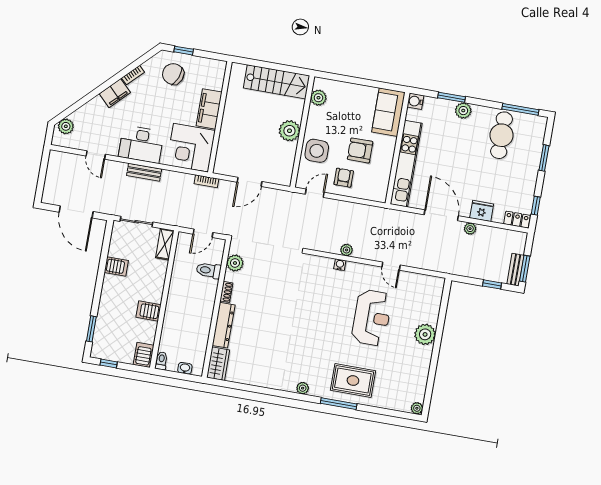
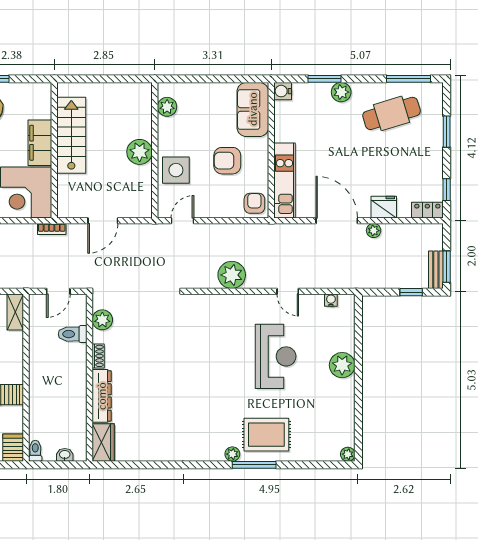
stairs: (277, 82) -> (71, 135), moved, turned -90
cafe table: (501, 135) -> (392, 113), turned 73
kitchen unit: (406, 164) -> (284, 180), width x0.73
armchair: (344, 178) -> (254, 203), moved
plant: (347, 250) -> (232, 275), width x1.87, depth x1.87
water cooler: (340, 265) -> (331, 300), moved
plant: (303, 388) -> (232, 454), moved

